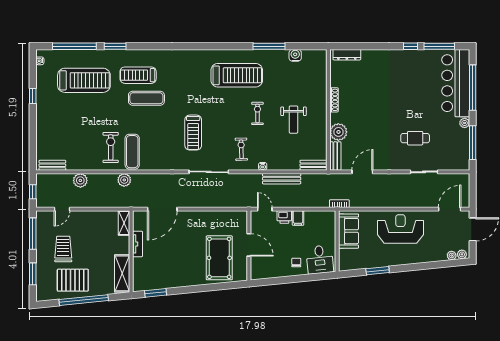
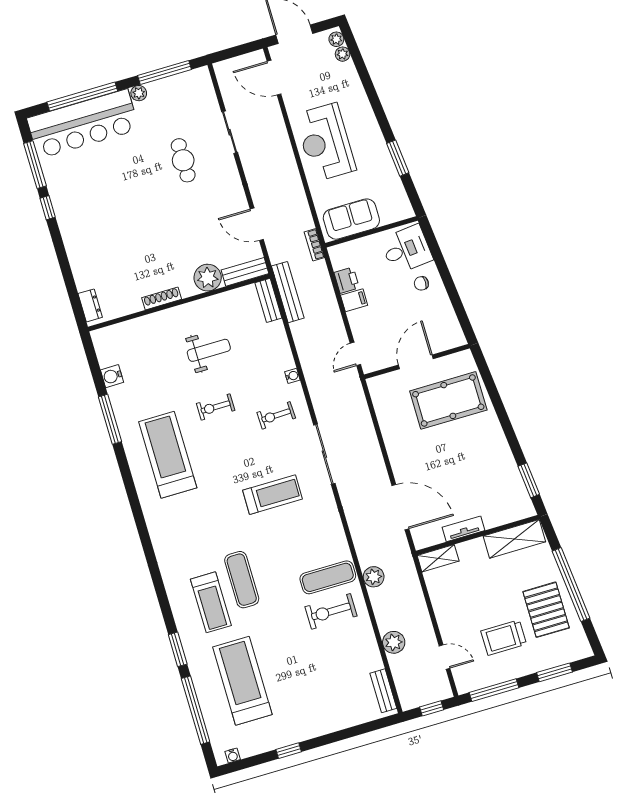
dresser: (347, 55) -> (90, 305), width x0.70
bench: (282, 179) -> (288, 292), moved
printer: (284, 217) -> (347, 280), moved

